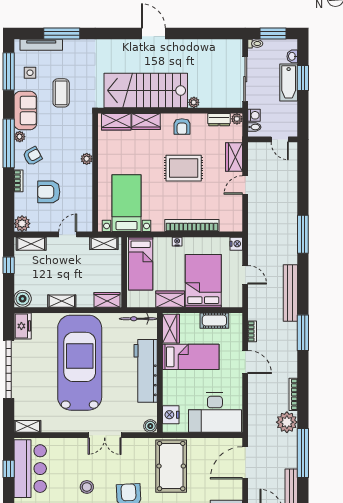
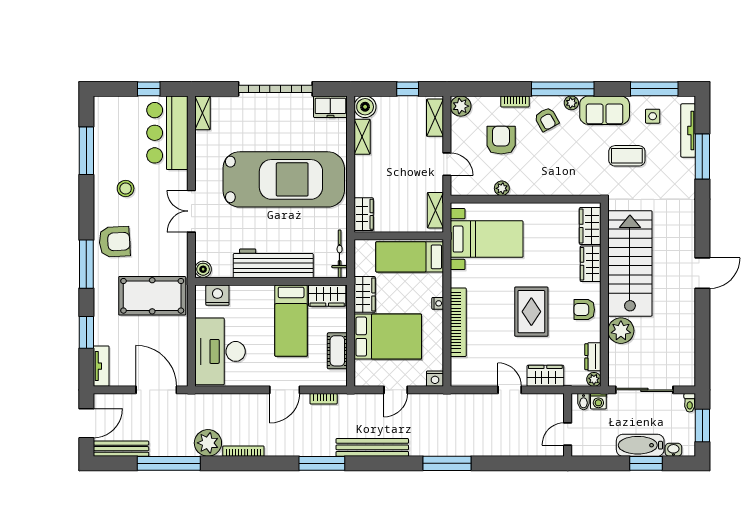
plant: (194, 102) -> (621, 331), width x1.87, depth x1.87
plant: (87, 159) -> (502, 188), moved
shelving: (62, 301) -> (362, 137), moved
bar counter: (30, 469) -> (167, 133), moved, turned 90

